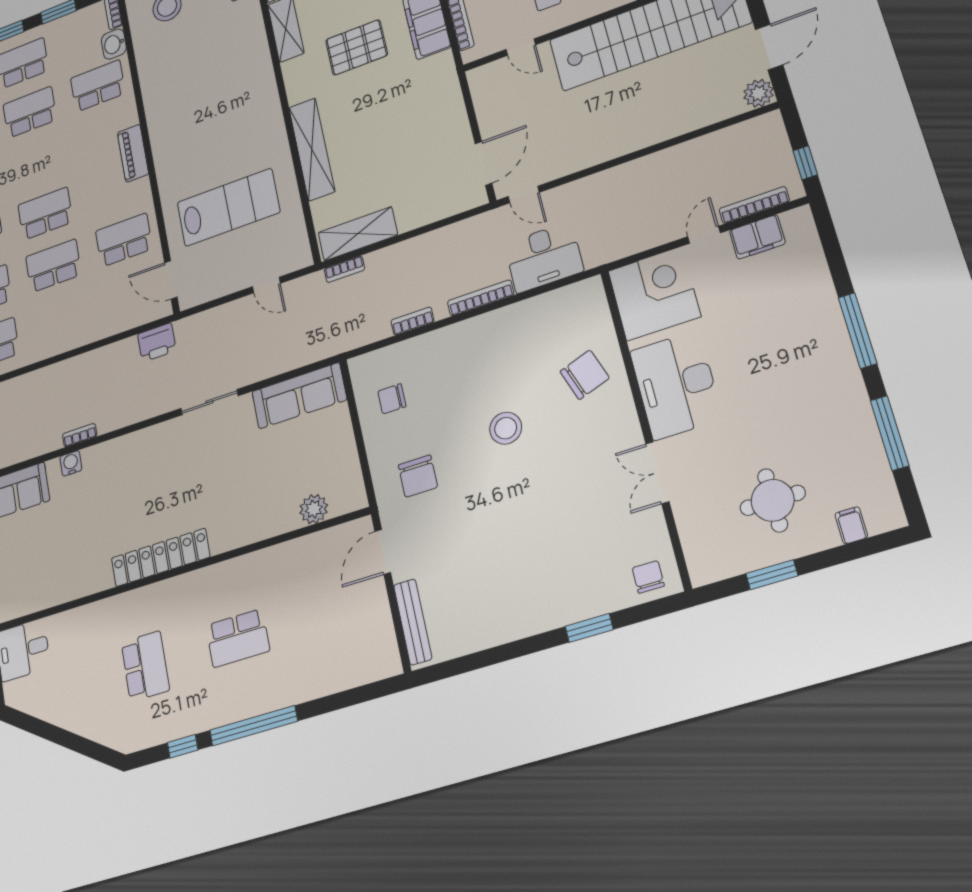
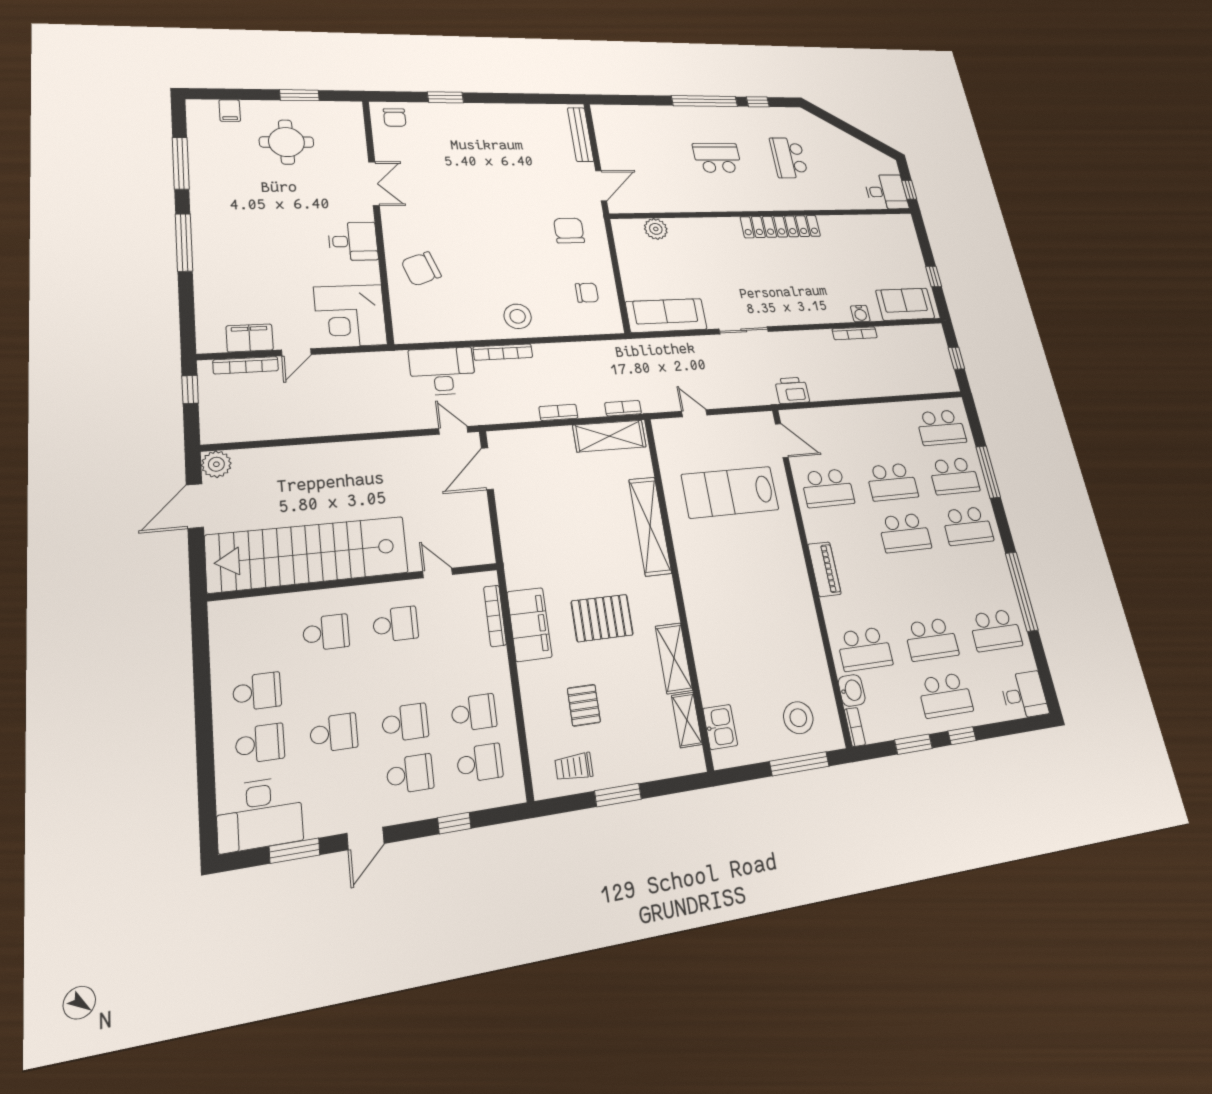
bookcase: (412, 321) -> (558, 412), moved, turned 180
desk: (676, 385) -> (353, 241), width x0.53, depth x0.77
stool: (506, 428) -> (518, 316), moved
bookcase: (80, 435) -> (855, 333), width x1.56

